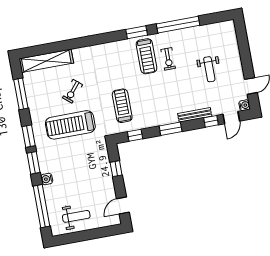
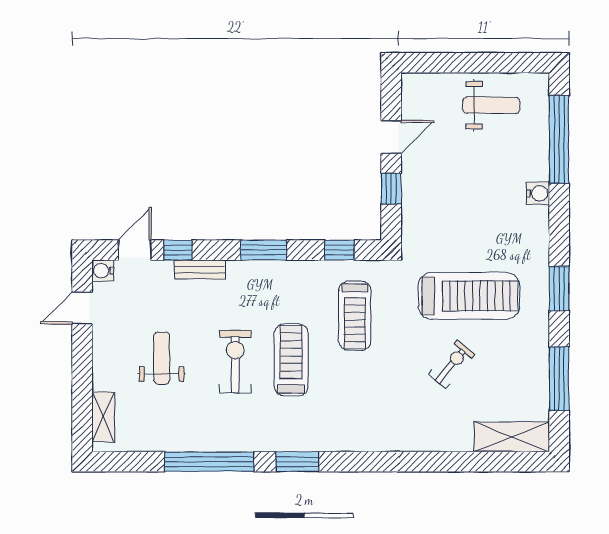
shelving: (232, 37) -> (103, 417), added
treadmill: (146, 56) -> (291, 360), moved
exercise bike: (168, 59) -> (235, 361), moved, width x1.38, depth x1.39
shelving: (46, 61) -> (512, 437), width x0.68
bench: (195, 115) -> (200, 269), width x0.73
window: (34, 163) -> (559, 232), removed
door: (123, 206) -> (391, 137), moved
weight bench: (76, 216) -> (491, 105), turned 180

